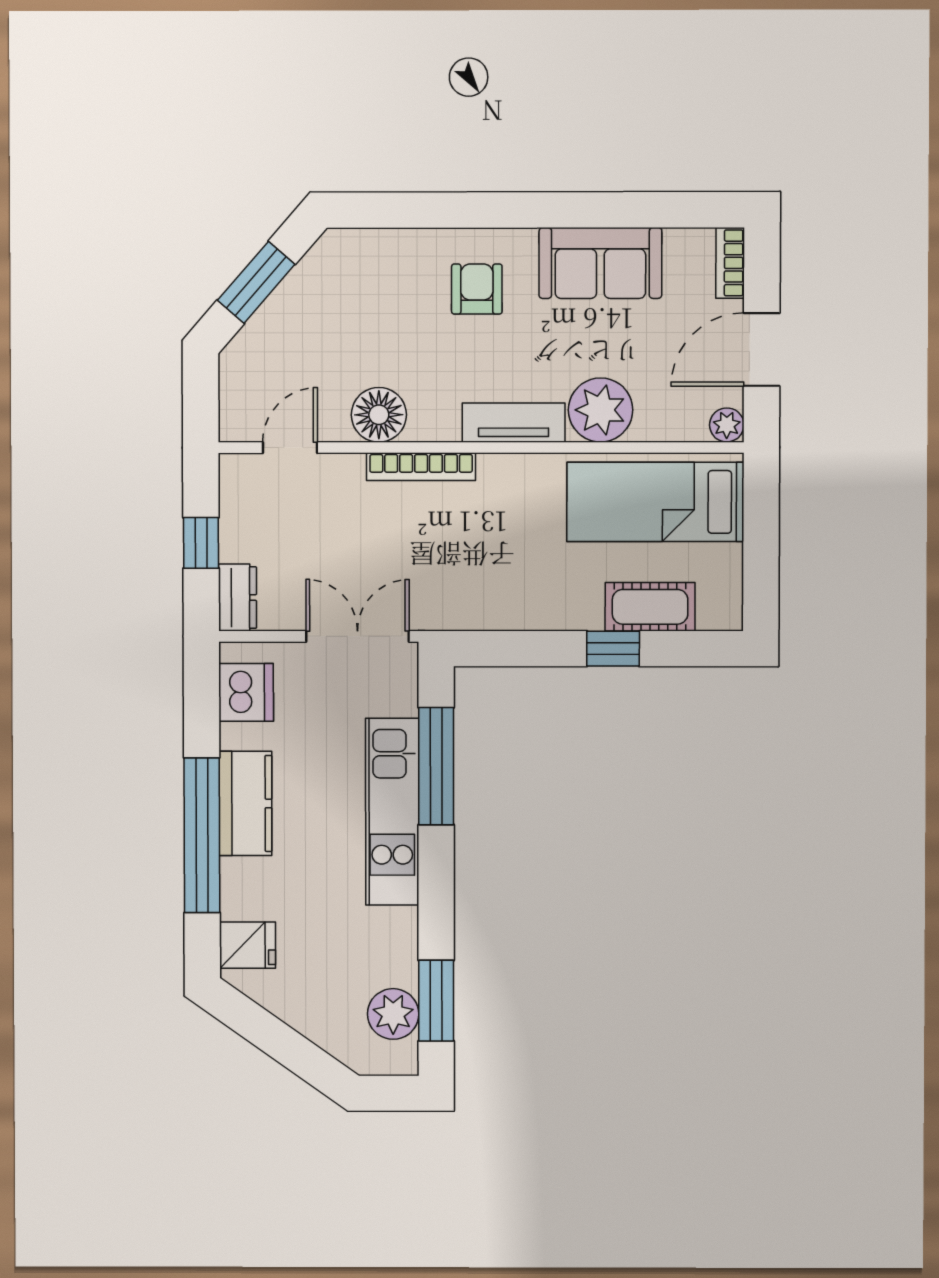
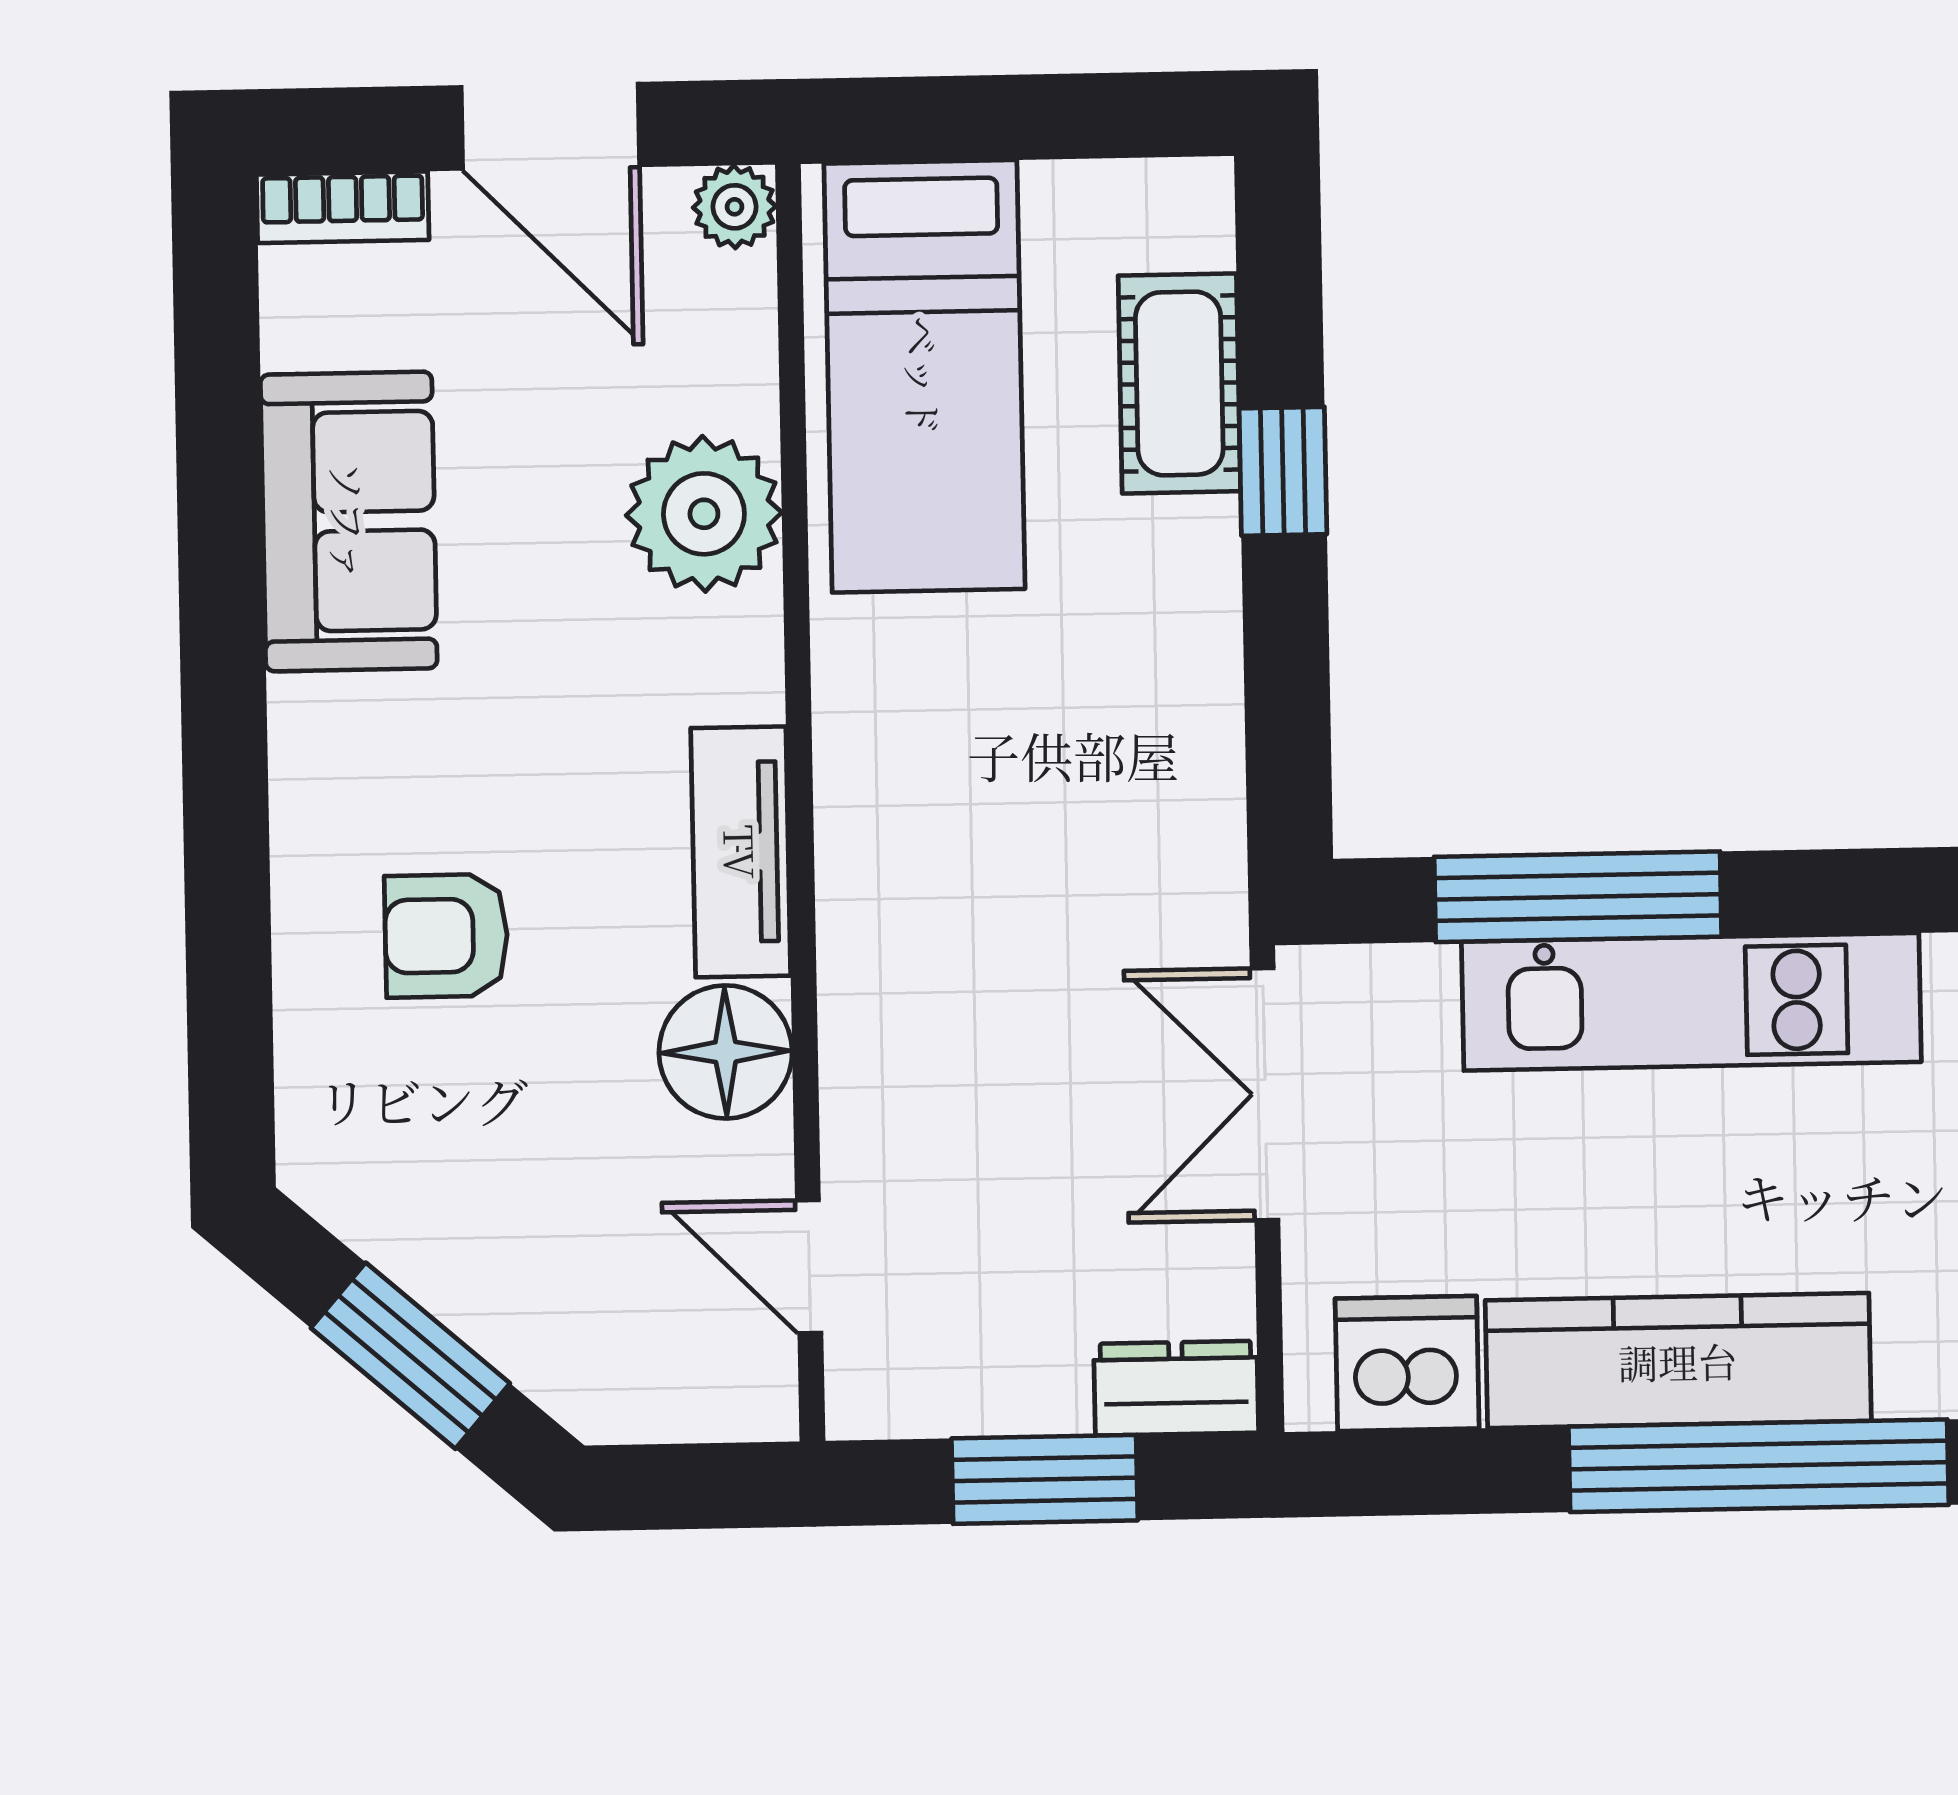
armchair: (477, 289) -> (446, 936), moved
tv unit: (514, 423) -> (741, 852), moved
bookcase: (421, 467) -> (850, 947), removed
window: (201, 543) -> (1045, 1479), width x1.50
kitchen counter: (245, 803) -> (1678, 1361), width x1.50

